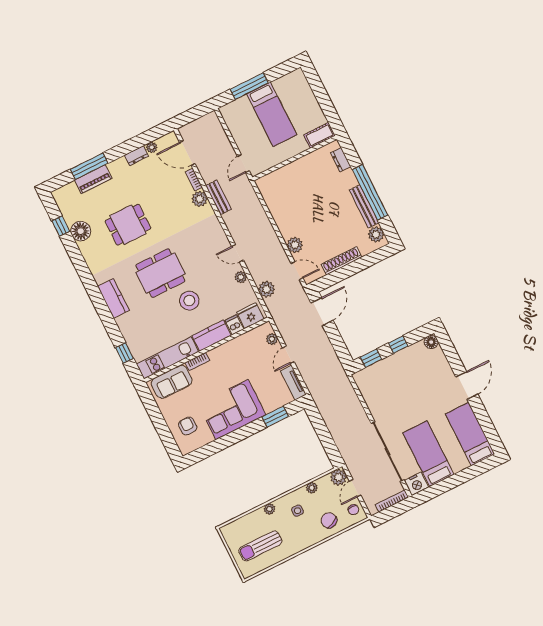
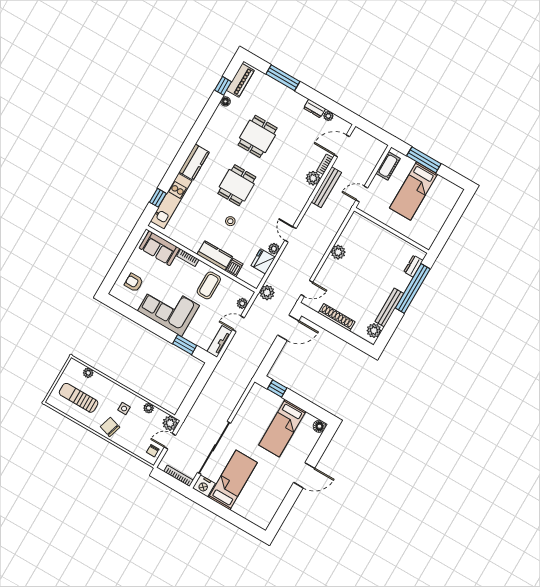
cot: (320, 135) -> (388, 166), moved, turned 90
door: (187, 153) -> (342, 146), hinge flipped
piano: (93, 179) -> (240, 80), moved, turned -90
window: (370, 192) -> (413, 289), moved
bench: (218, 197) -> (326, 187), width x1.36
dining table: (128, 225) -> (258, 136), turned 90
floor lamp: (81, 231) -> (225, 101), width x0.53, depth x0.53
plant: (295, 245) -> (338, 252), moved
door: (297, 271) -> (307, 288), hinge flipped
dining table: (160, 273) -> (237, 185), width x0.73
plant: (267, 289) -> (267, 293), moved
stool: (189, 301) -> (230, 221), width x0.53, depth x0.53
fridge: (250, 316) -> (263, 261), moved, turned -90
window: (398, 345) -> (301, 402), removed
kitchen unit: (168, 358) -> (171, 201), moved, turned 90
coffee table: (235, 359) -> (209, 285), added
armchair: (188, 426) -> (134, 282), turned -90
bed: (470, 434) -> (282, 428), moved, turned 180
plant: (270, 509) -> (88, 373), moved
chair: (329, 520) -> (110, 427), moved, turned -48

